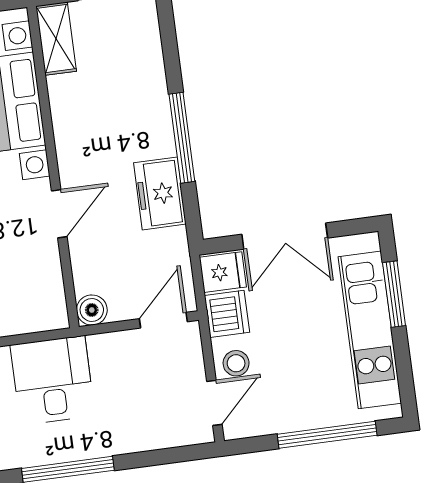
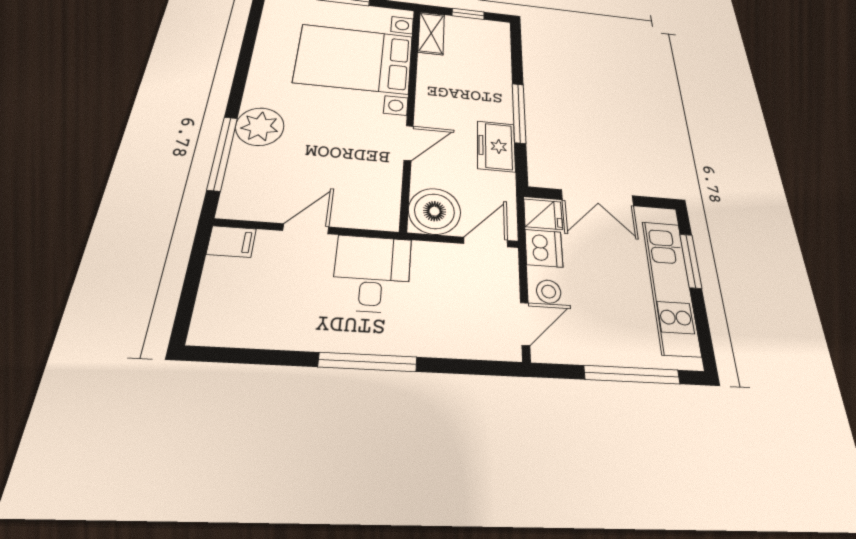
boiler: (92, 310) -> (434, 211), width x1.86, depth x1.86

